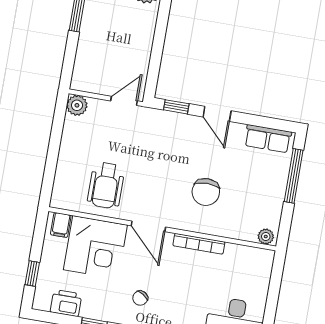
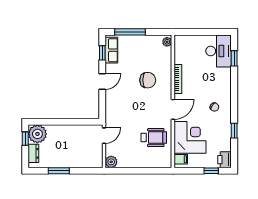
door: (124, 101) -> (104, 136), swing flipped
window: (176, 107) -> (102, 53), moved
printer: (66, 303) -> (225, 160), moved

